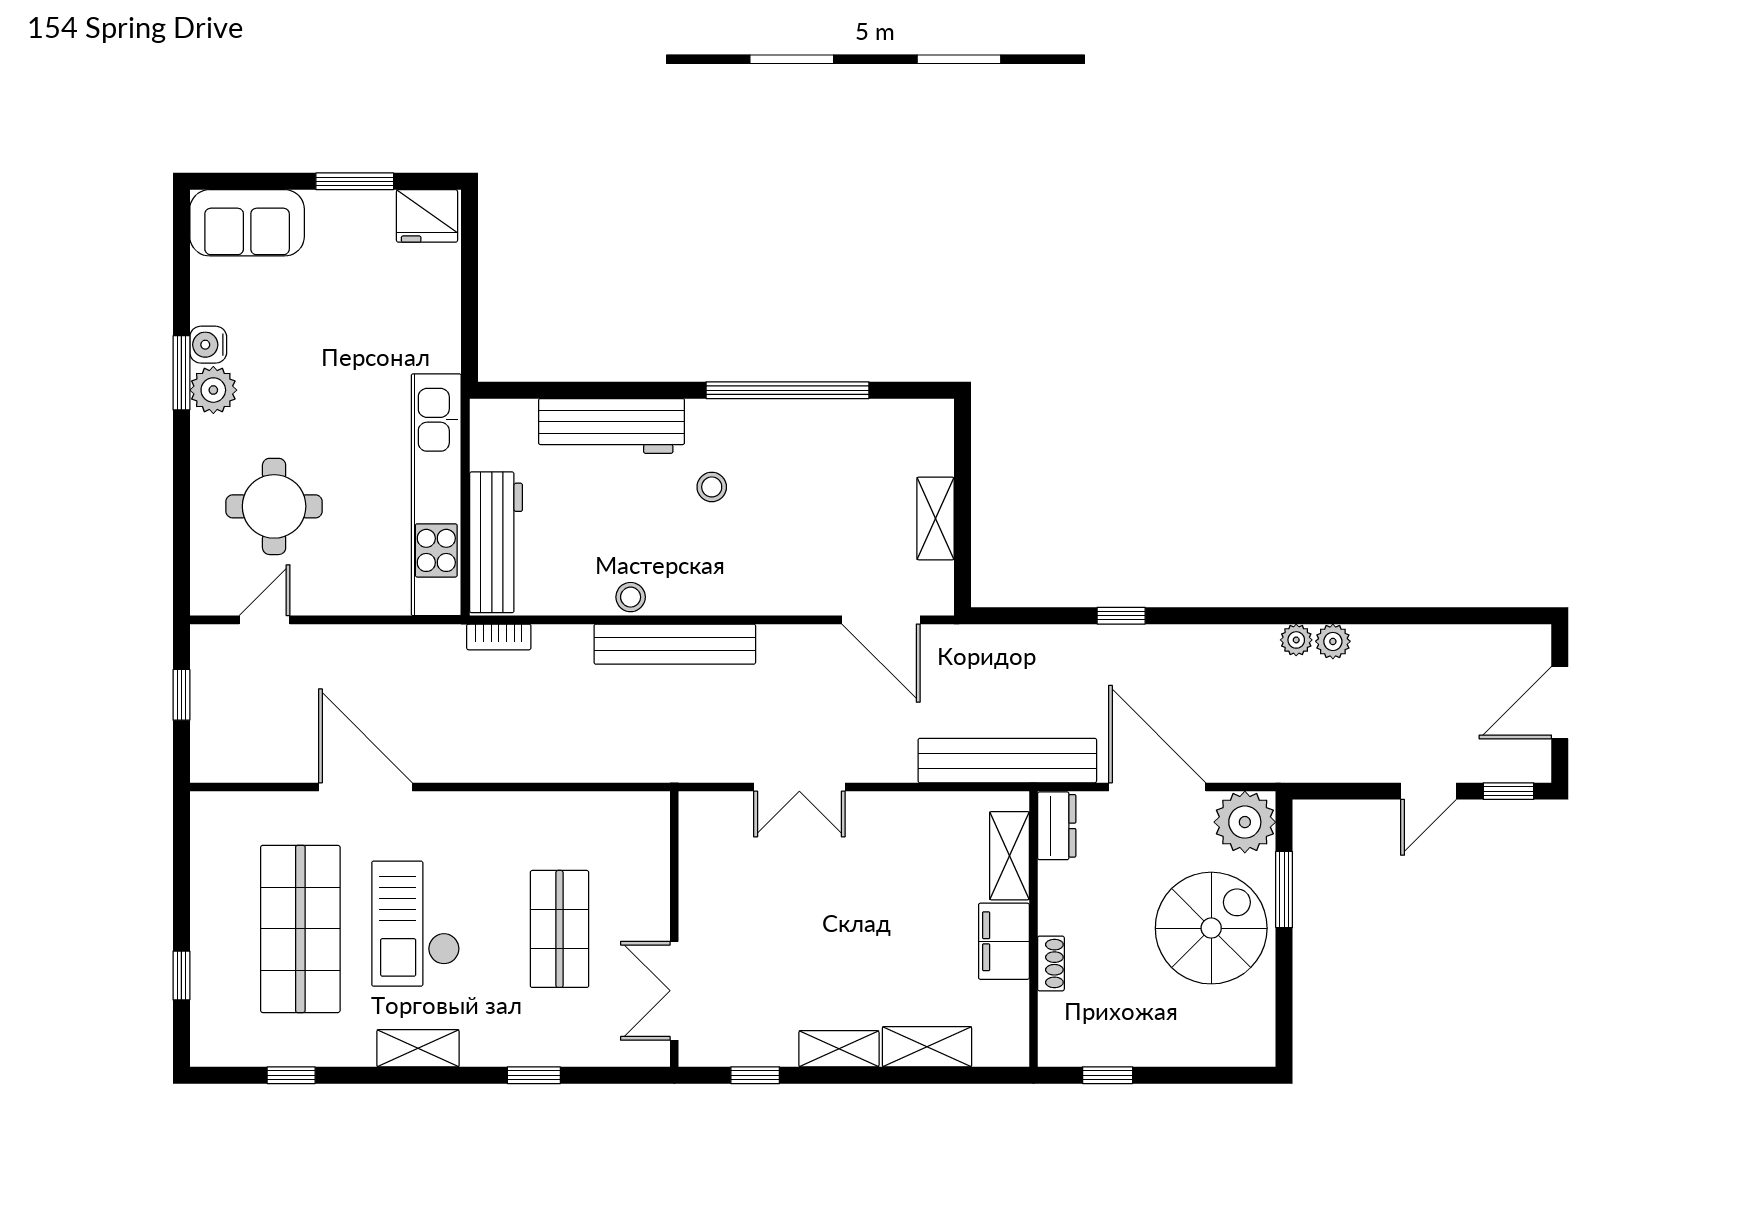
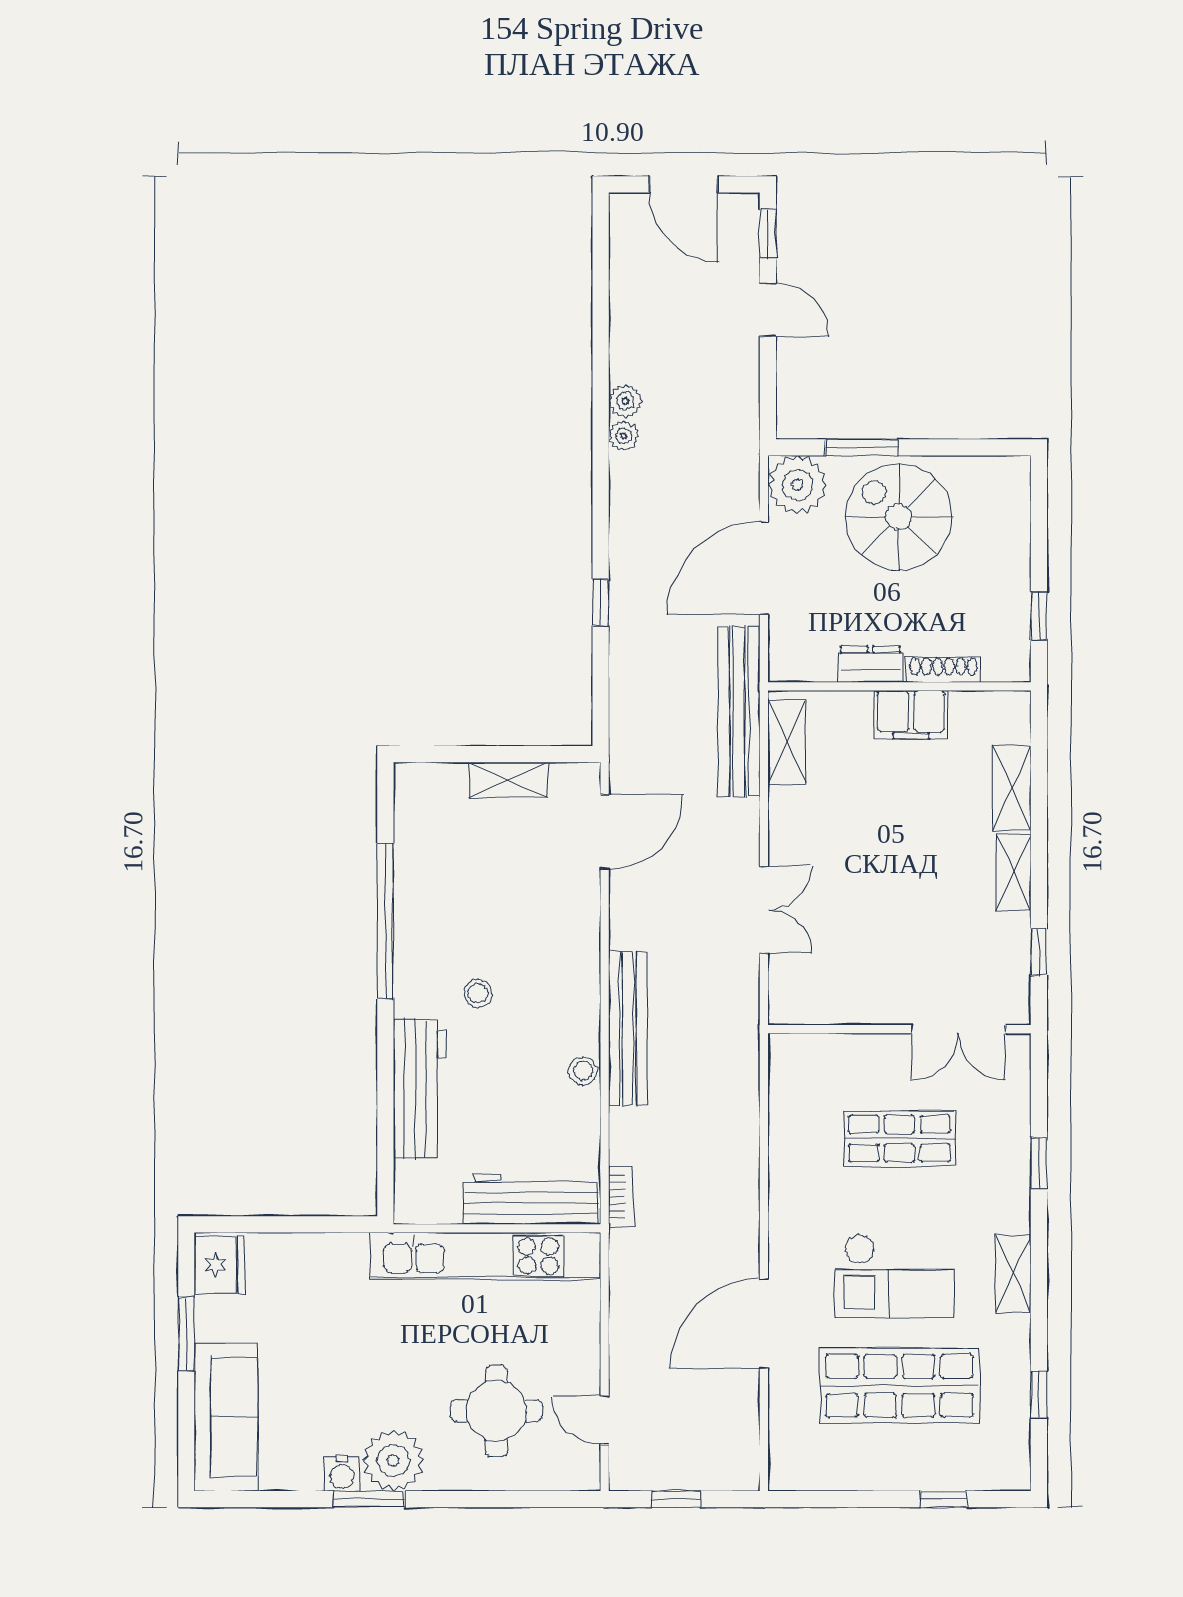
sofa: (247, 223) -> (226, 1417), width x1.36
plant: (213, 390) -> (393, 1461), width x1.36, depth x1.36
dresser: (1057, 826) -> (871, 664), moved
shelving: (1009, 856) -> (787, 742), moved, turned 90
shoe rack: (1051, 963) -> (944, 670), width x1.43

